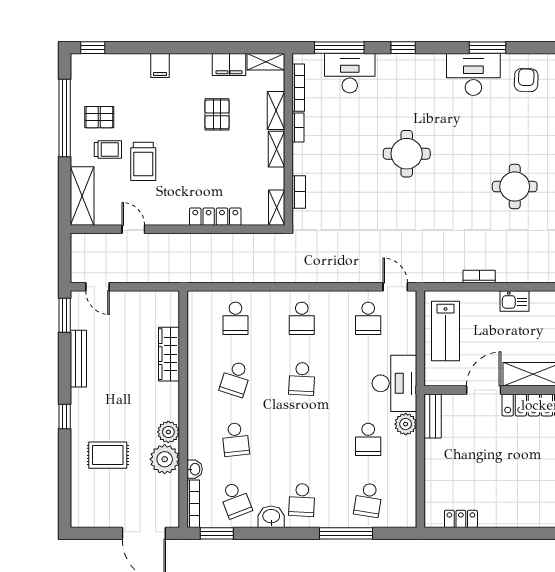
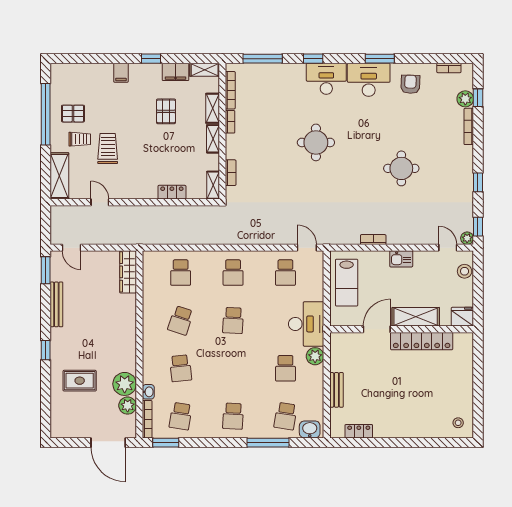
window: (93, 48) -> (151, 59), moved
desk: (350, 73) -> (326, 79), moved
trolley: (143, 161) -> (108, 149), turned 180
locker: (215, 217) -> (172, 192), width x0.66
wardrobe: (169, 354) -> (128, 272), moved
bench: (433, 416) -> (336, 390), moved
plant: (168, 432) -> (128, 406), moved
school desk: (235, 500) -> (181, 416), turned 30
washbasin: (271, 517) -> (310, 429), moved

